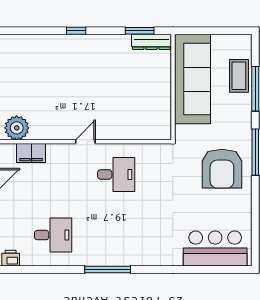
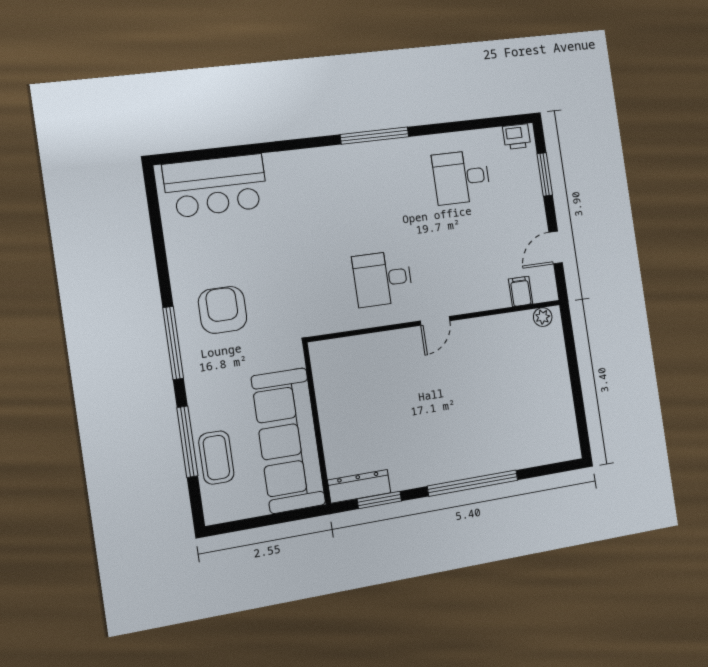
window: (76, 31) -> (473, 483), width x3.17
plant: (17, 128) -> (543, 317), width x0.53, depth x0.53
filing cabinet: (31, 153) -> (521, 291), width x0.50
armchair: (222, 169) -> (223, 310), width x0.73, depth x0.73

